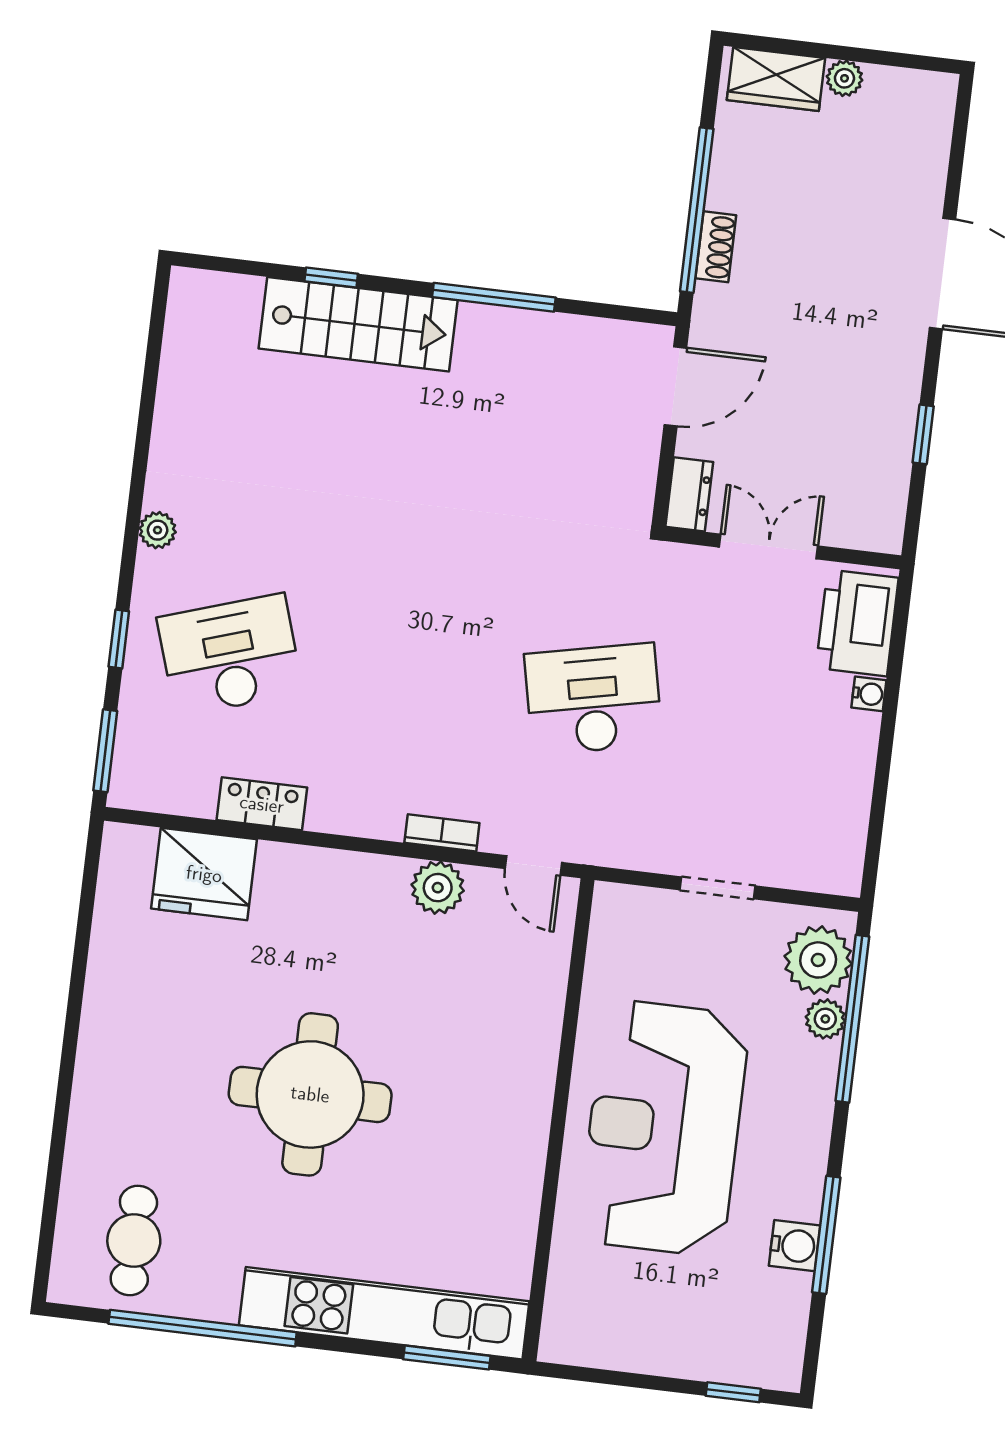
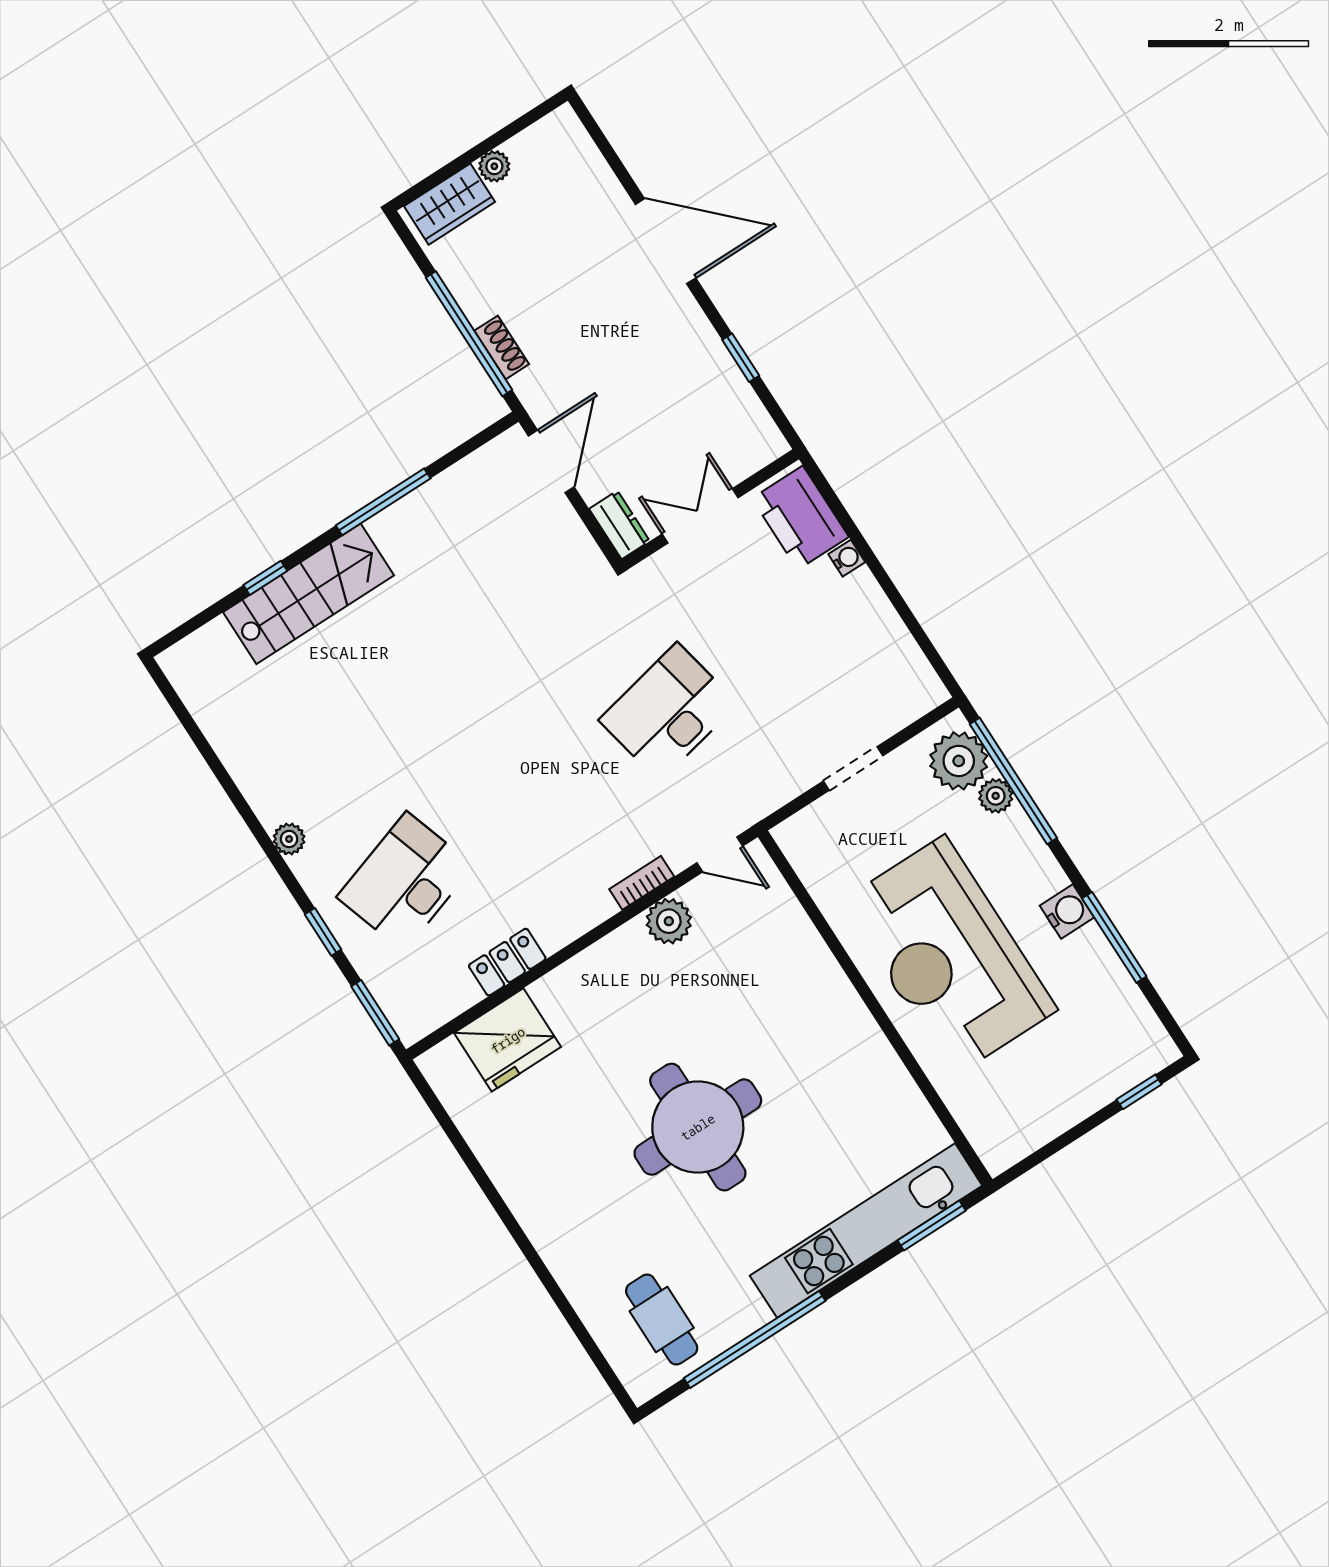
water cooler: (795, 1246) -> (1067, 911), moved

